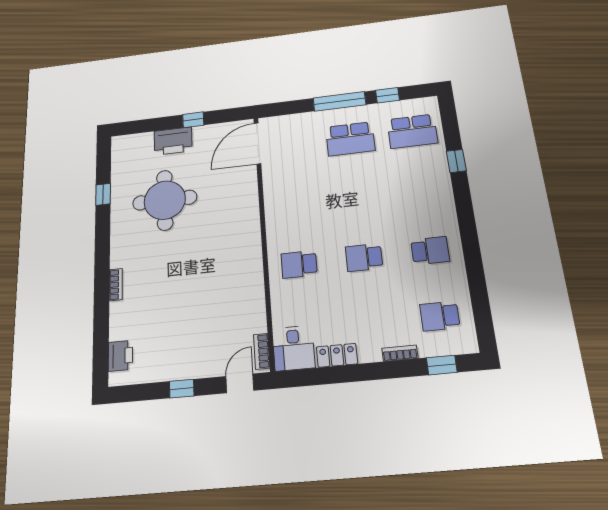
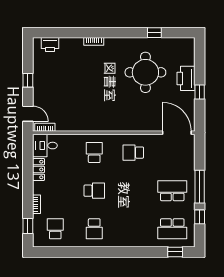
school desk: (412, 131) -> (172, 229), turned -90
school desk: (350, 139) -> (172, 191), turned 90
window: (456, 161) -> (175, 252), moved
school desk: (294, 204) -> (133, 153), added
school desk: (364, 258) -> (94, 191), turned 90

